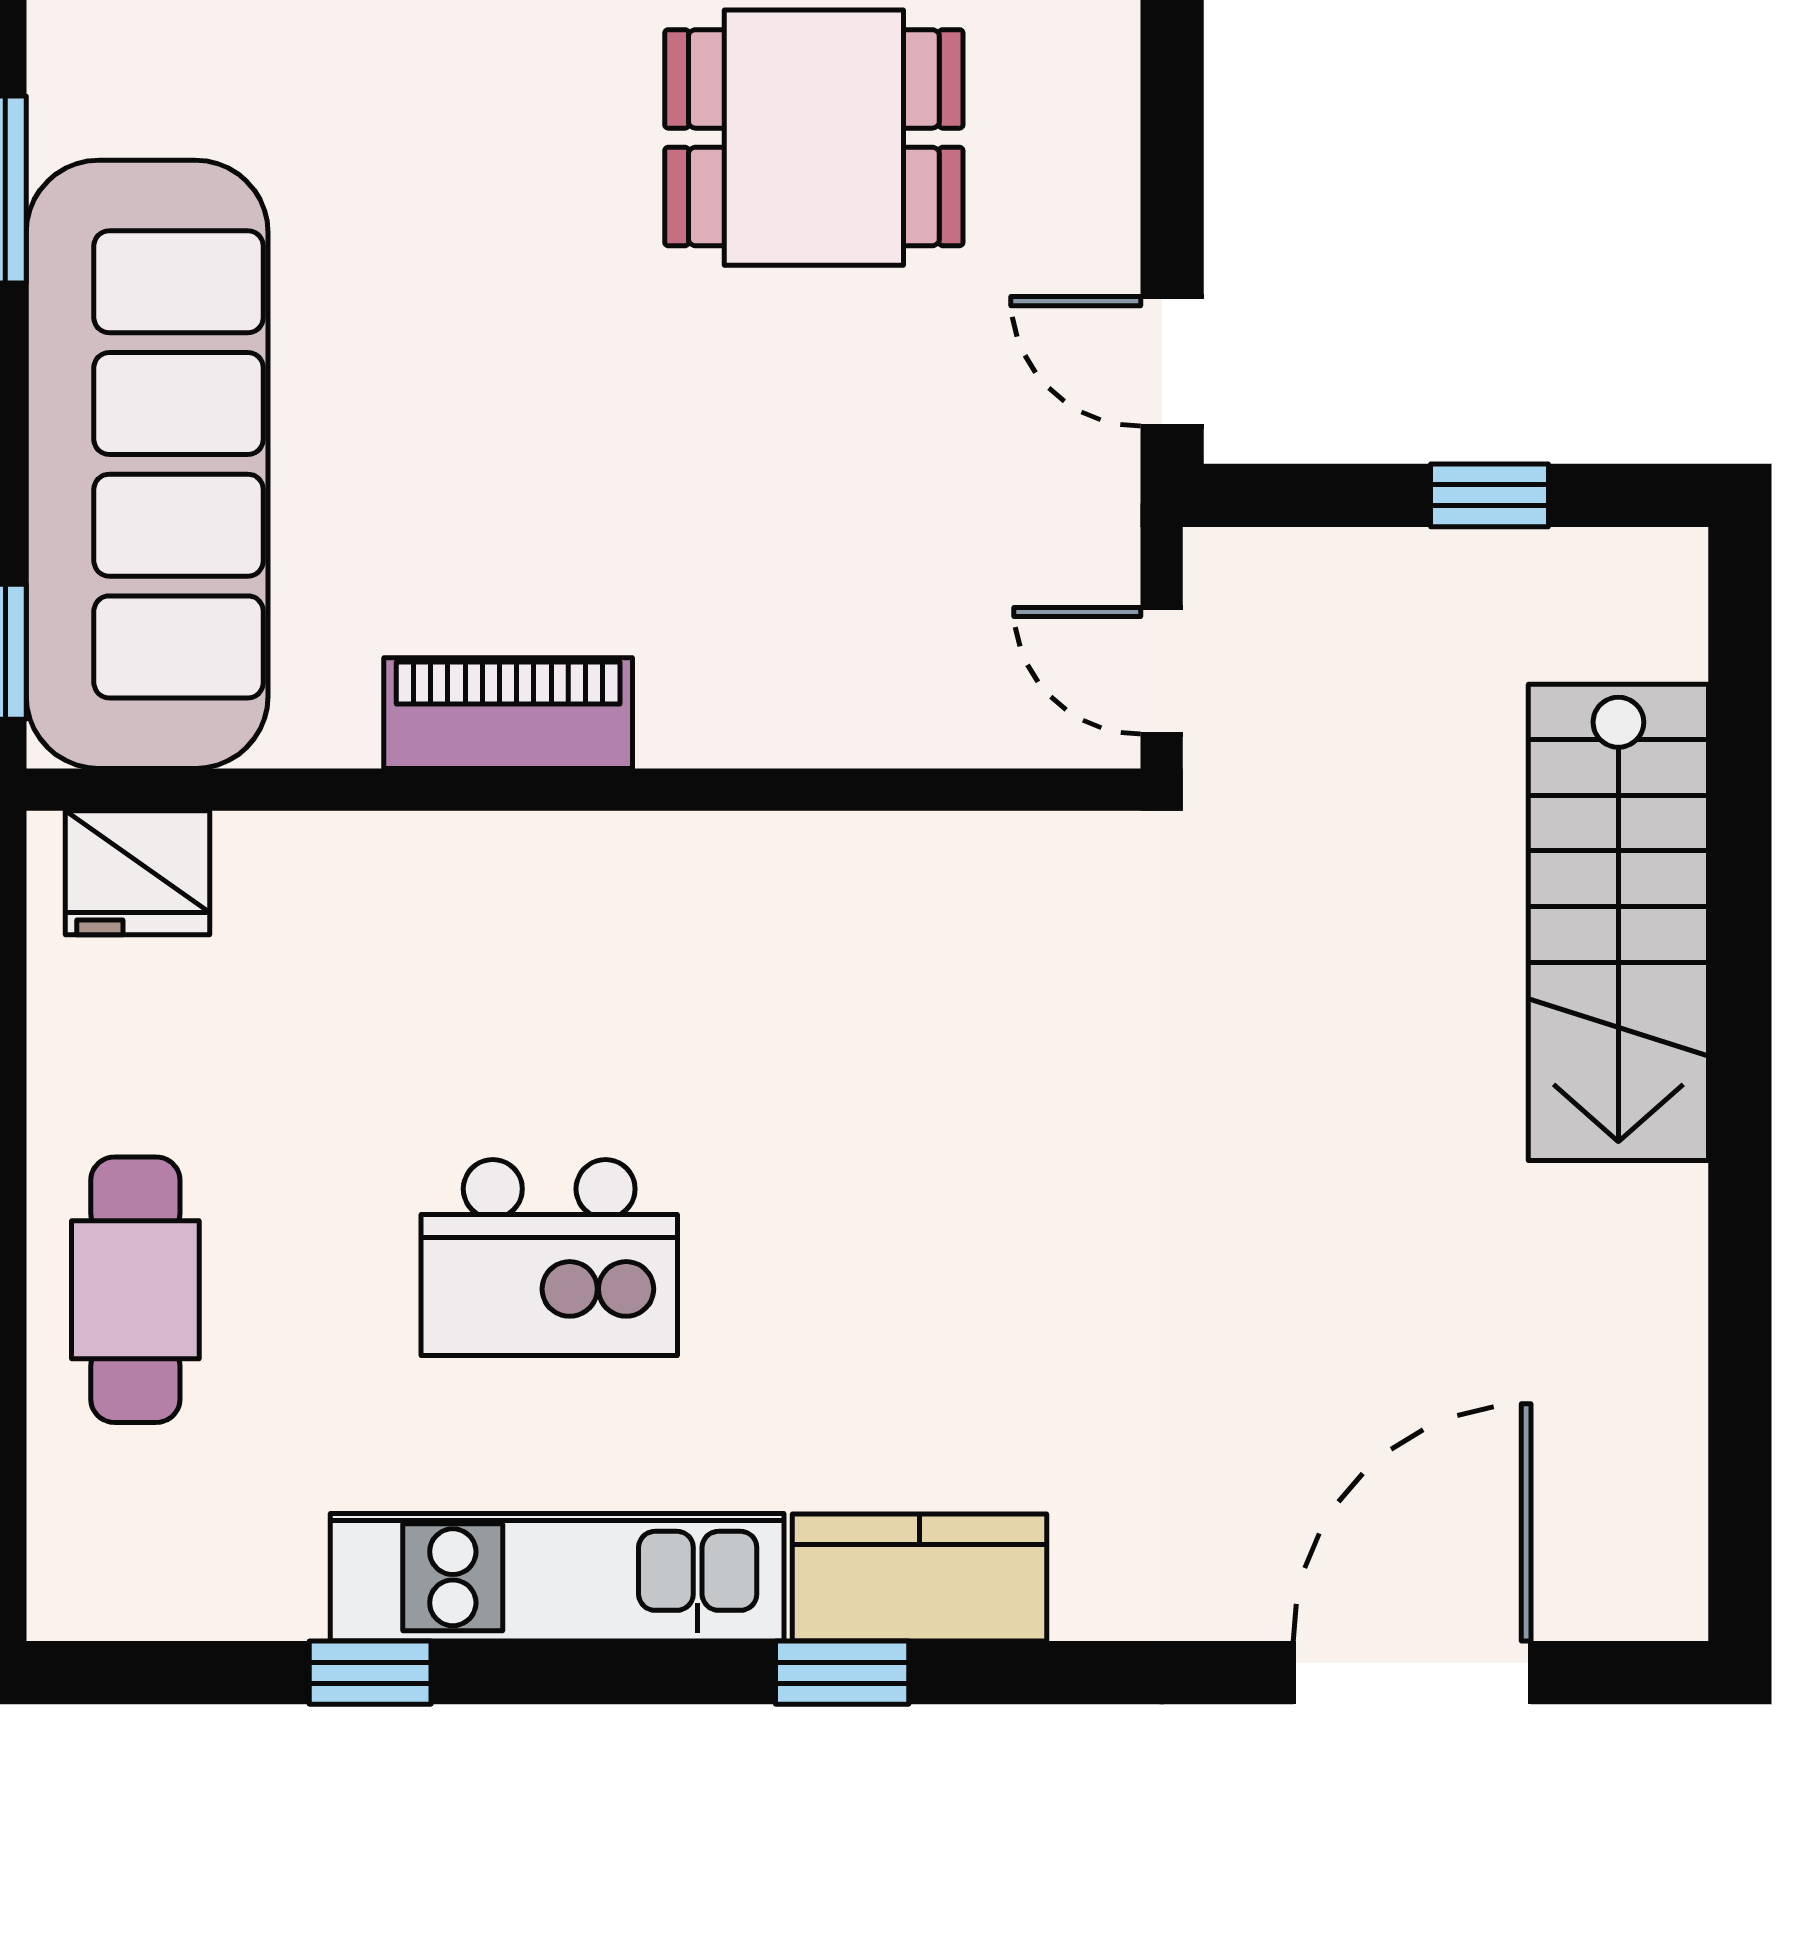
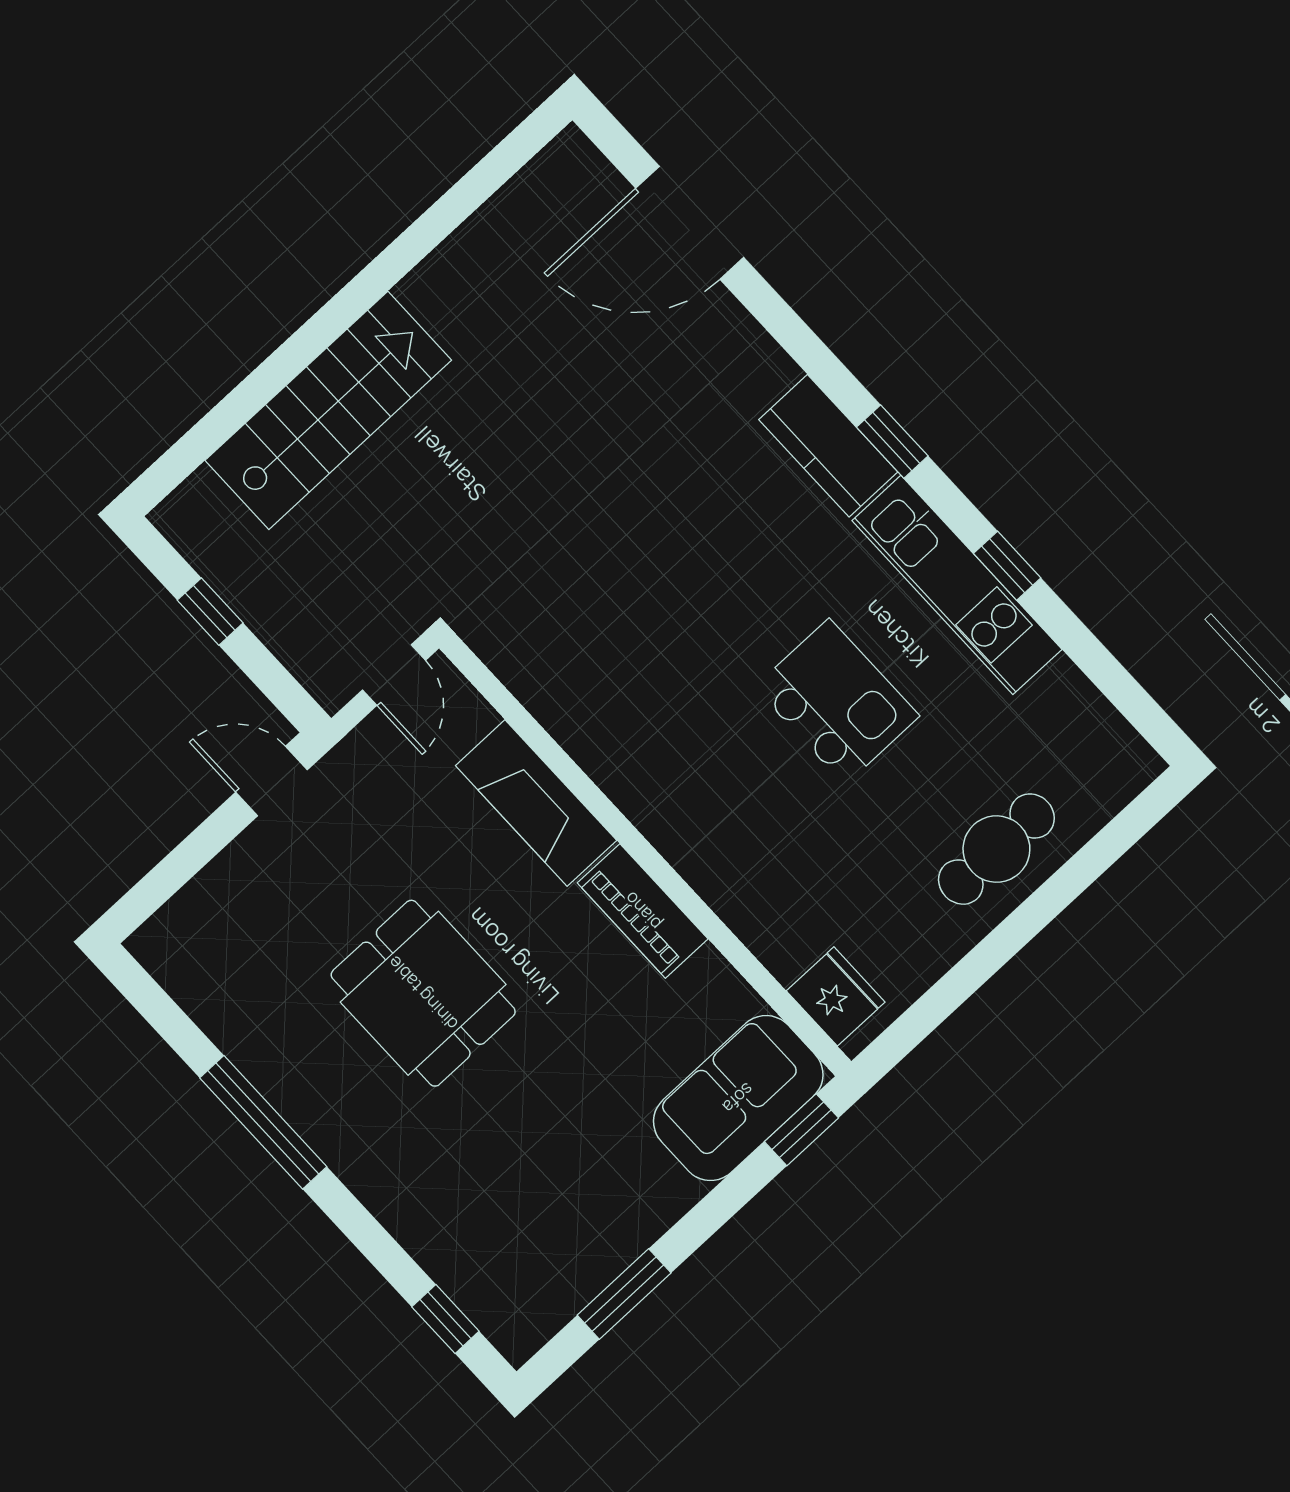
dining table: (814, 138) -> (423, 993), moved
door: (1172, 361) -> (272, 781), swing flipped
sofa: (147, 464) -> (738, 1098), width x0.54, depth x0.79
fireplace: (798, 704) -> (536, 803), added
window: (370, 1673) -> (1007, 566), moved

